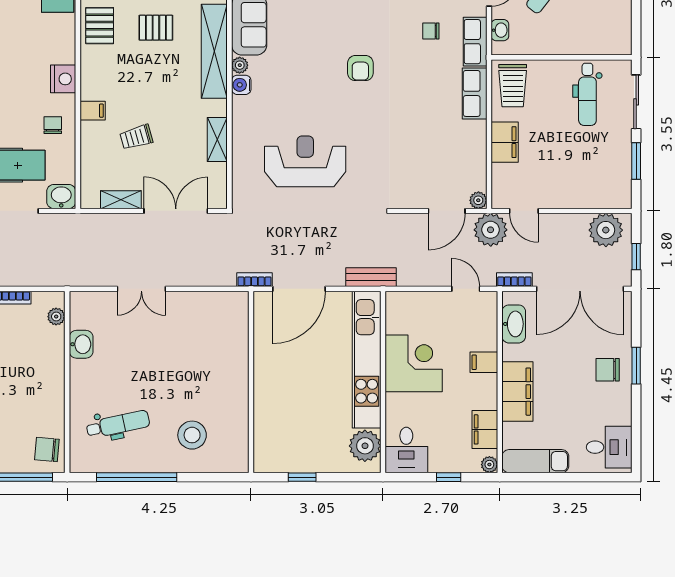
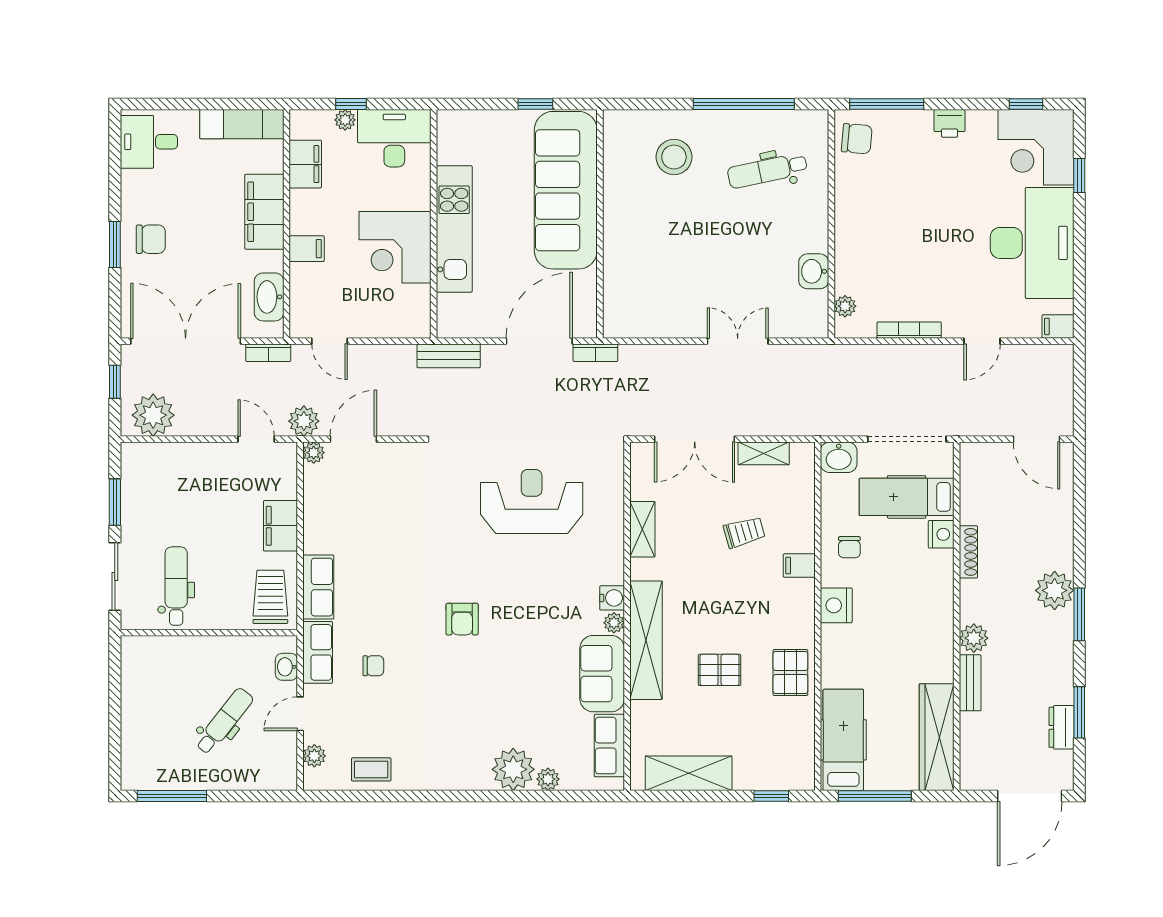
armchair: (360, 68) -> (462, 619), turned 180
reception desk: (305, 161) -> (532, 502), turned 180
plant: (491, 230) -> (304, 421), width x0.73, depth x0.73
kitchen unit: (367, 360) -> (454, 229), width x0.73
sofa: (278, 409) -> (566, 190), added
plant: (365, 446) -> (456, 143), removed
desk: (406, 450) -> (394, 138), width x1.37
plant: (489, 465) -> (345, 120), moved

